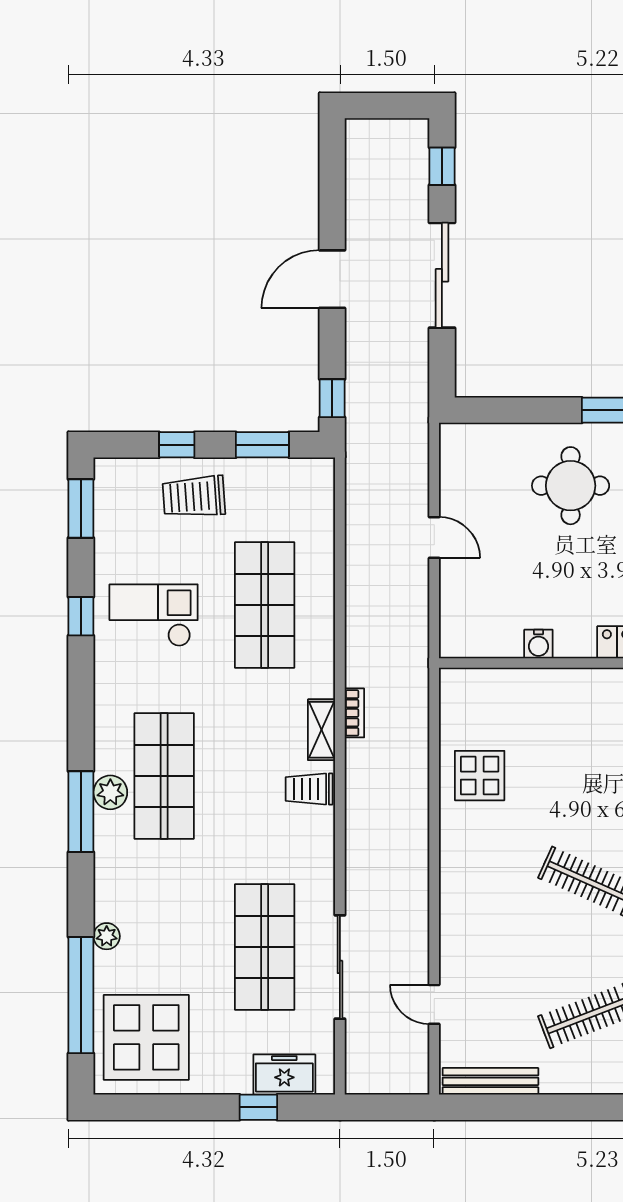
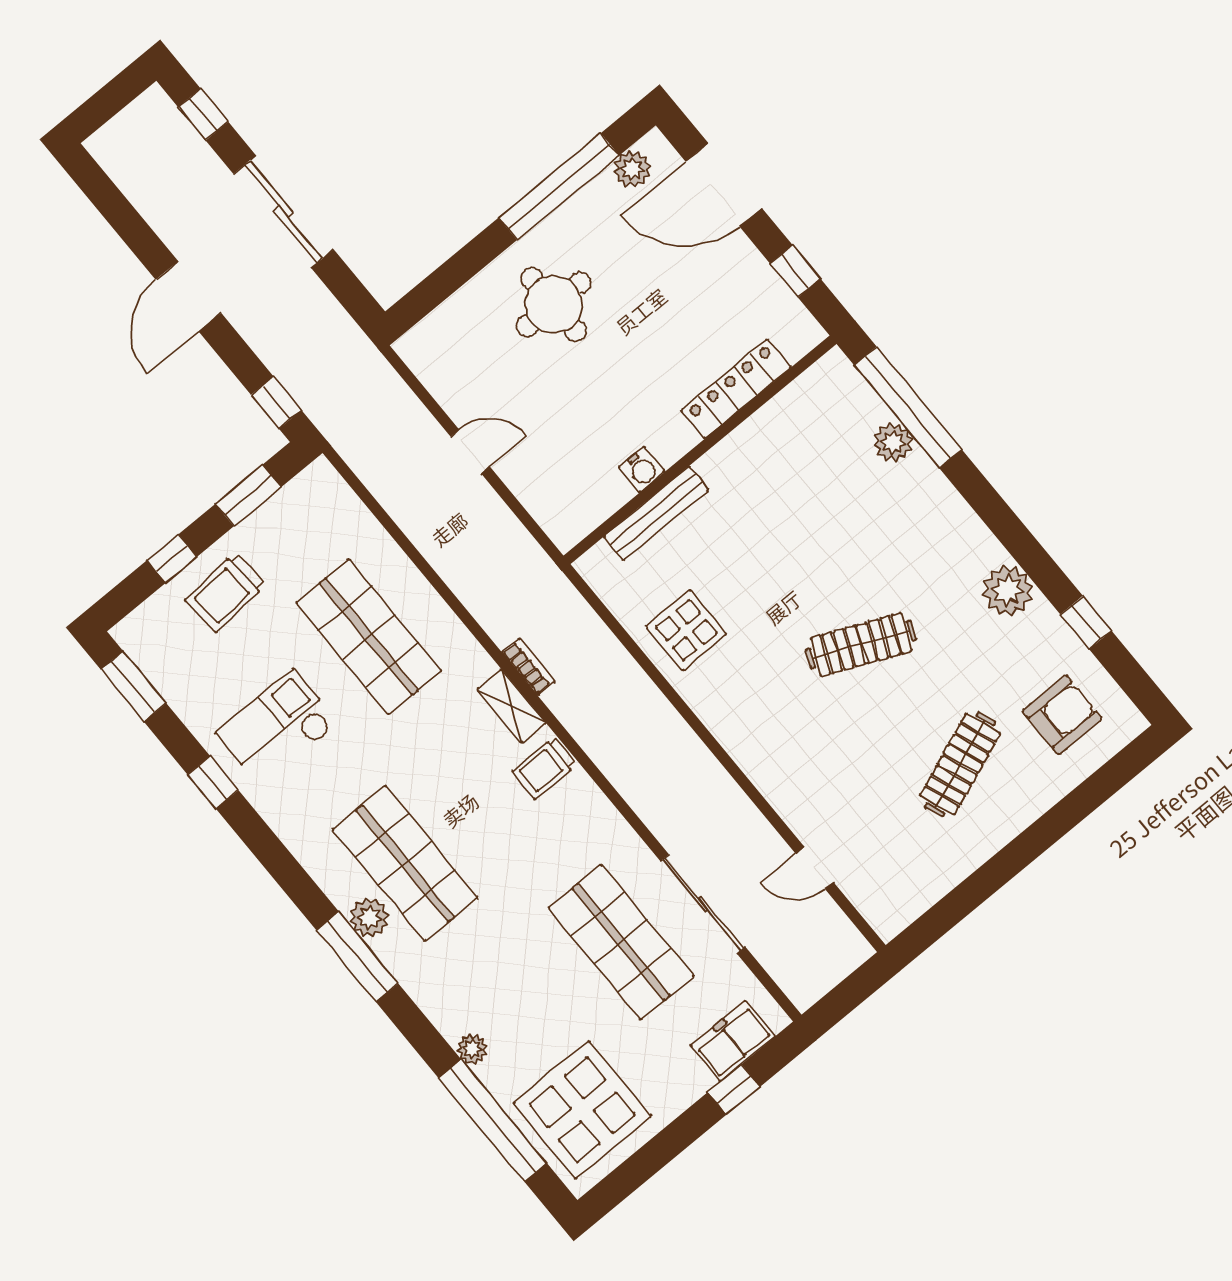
bench: (490, 1081) -> (656, 513), moved

